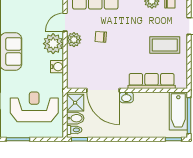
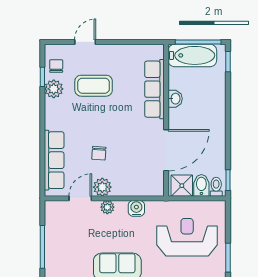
door: (65, 22) -> (80, 198), swing flipped
plant: (53, 44) -> (107, 207), width x0.53, depth x0.53
coffee table: (165, 45) -> (94, 86), moved, turned 90
washbasin: (126, 97) -> (175, 99), moved
reception desk: (34, 107) -> (187, 237), turned 90

